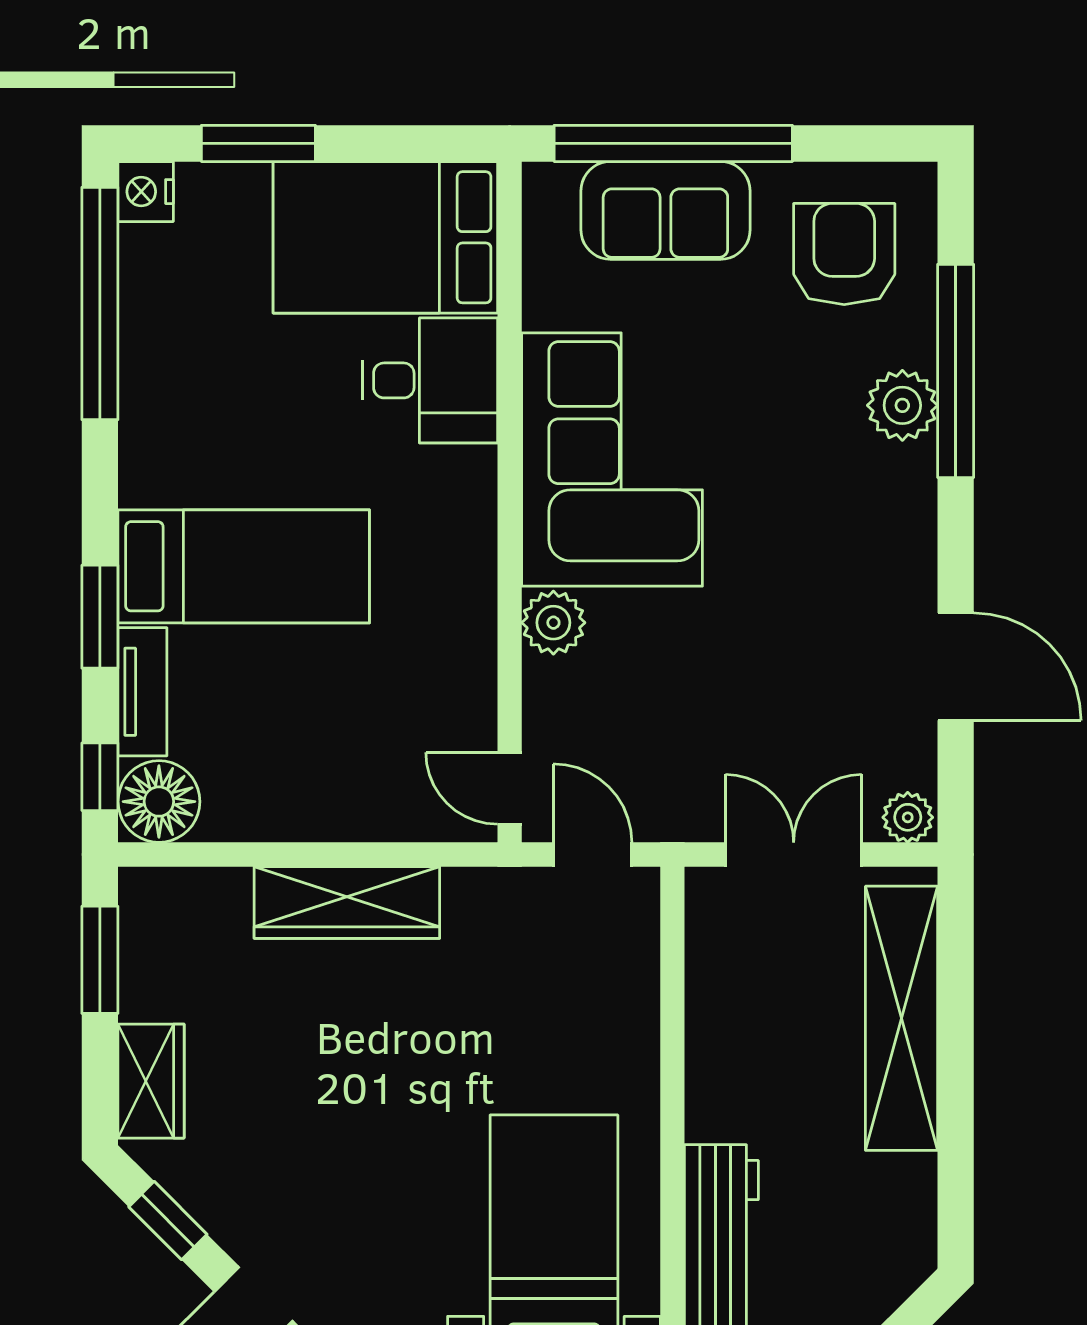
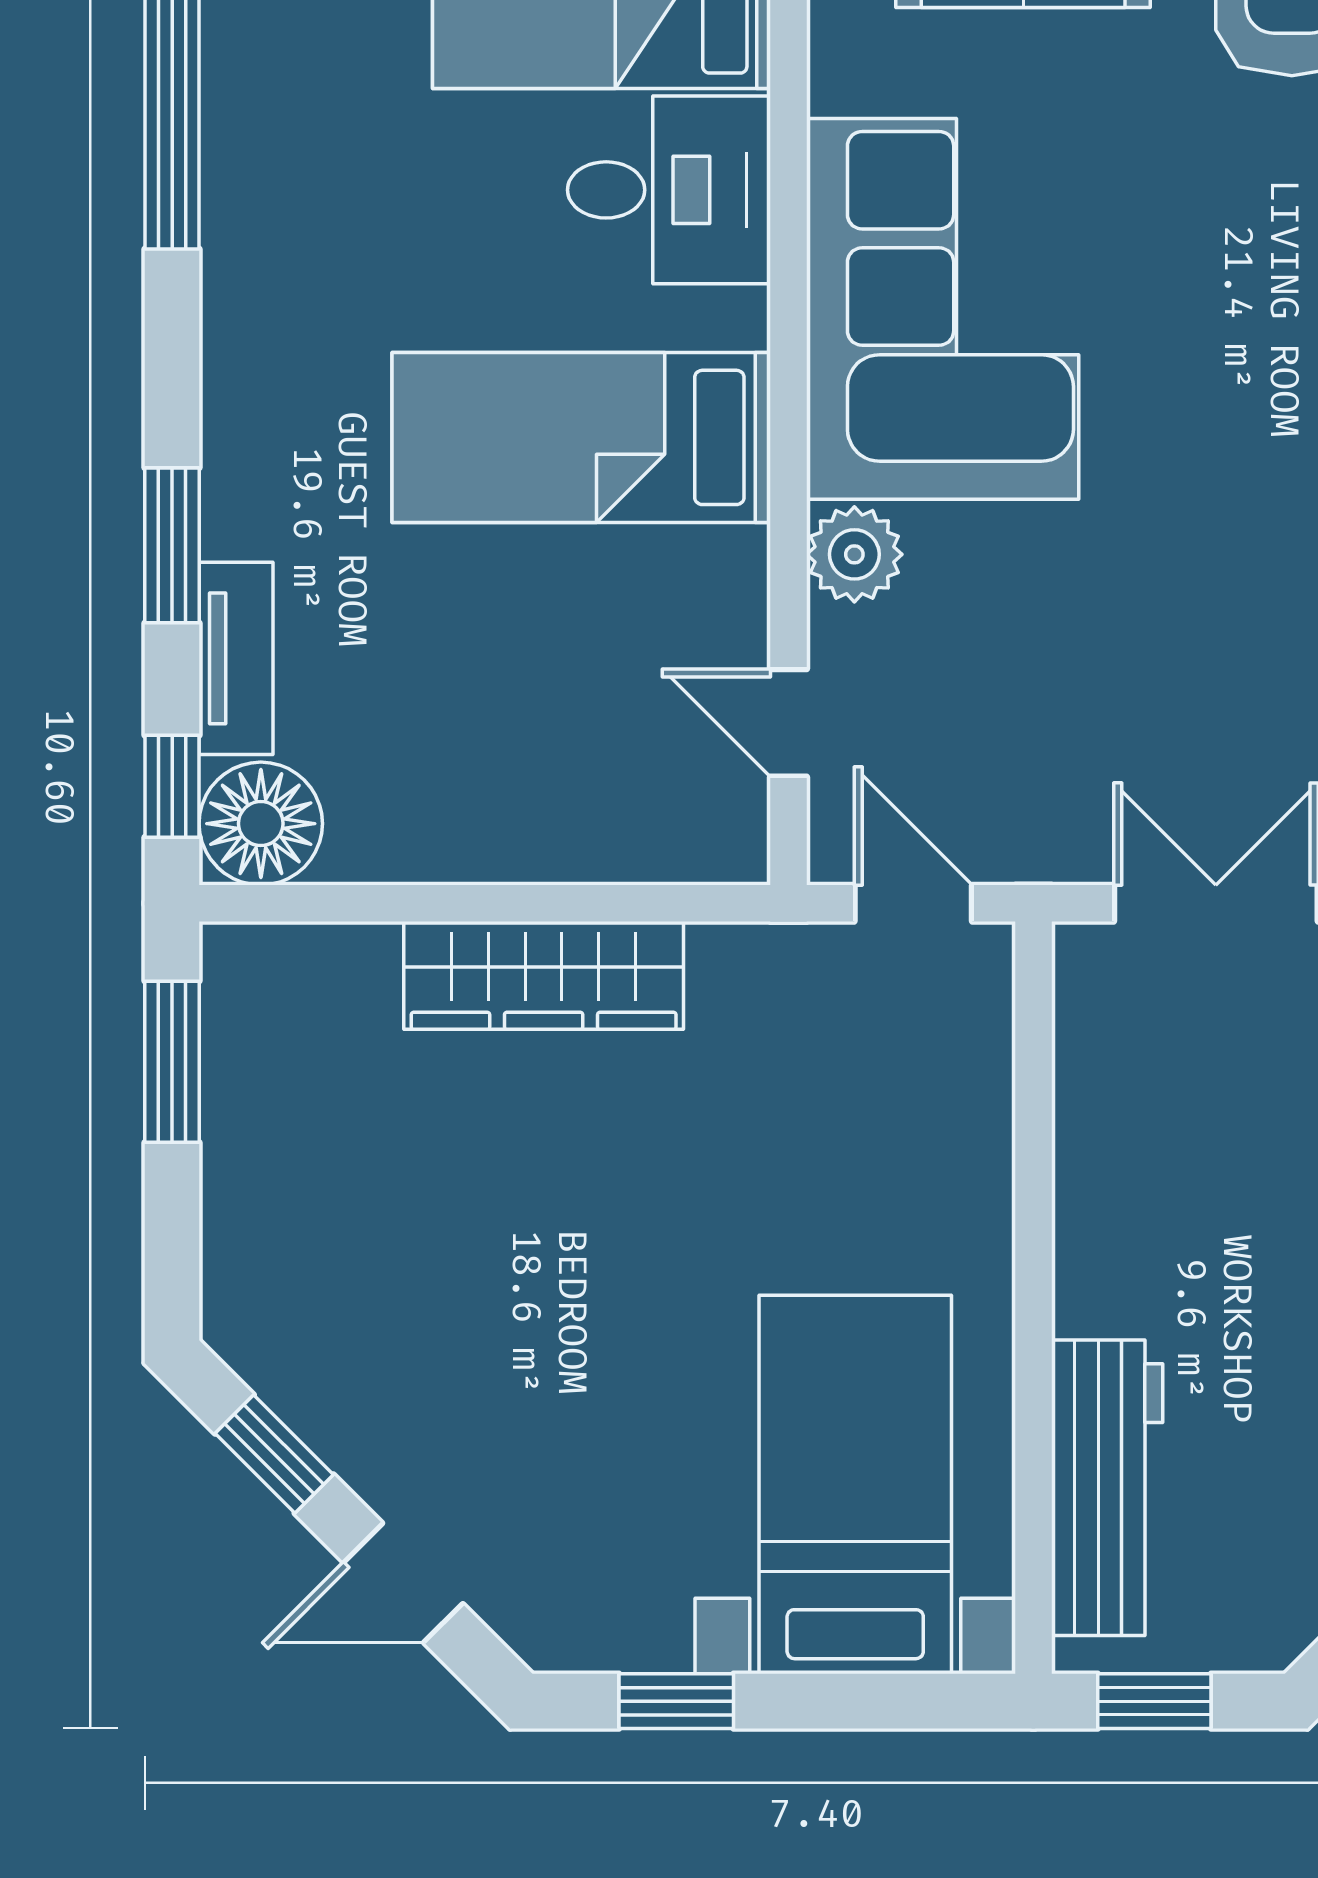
bed: (244, 566) -> (581, 437), moved, turned 180
door: (510, 788) -> (789, 723), moved
wardrobe: (151, 1081) -> (249, 1244), removed

